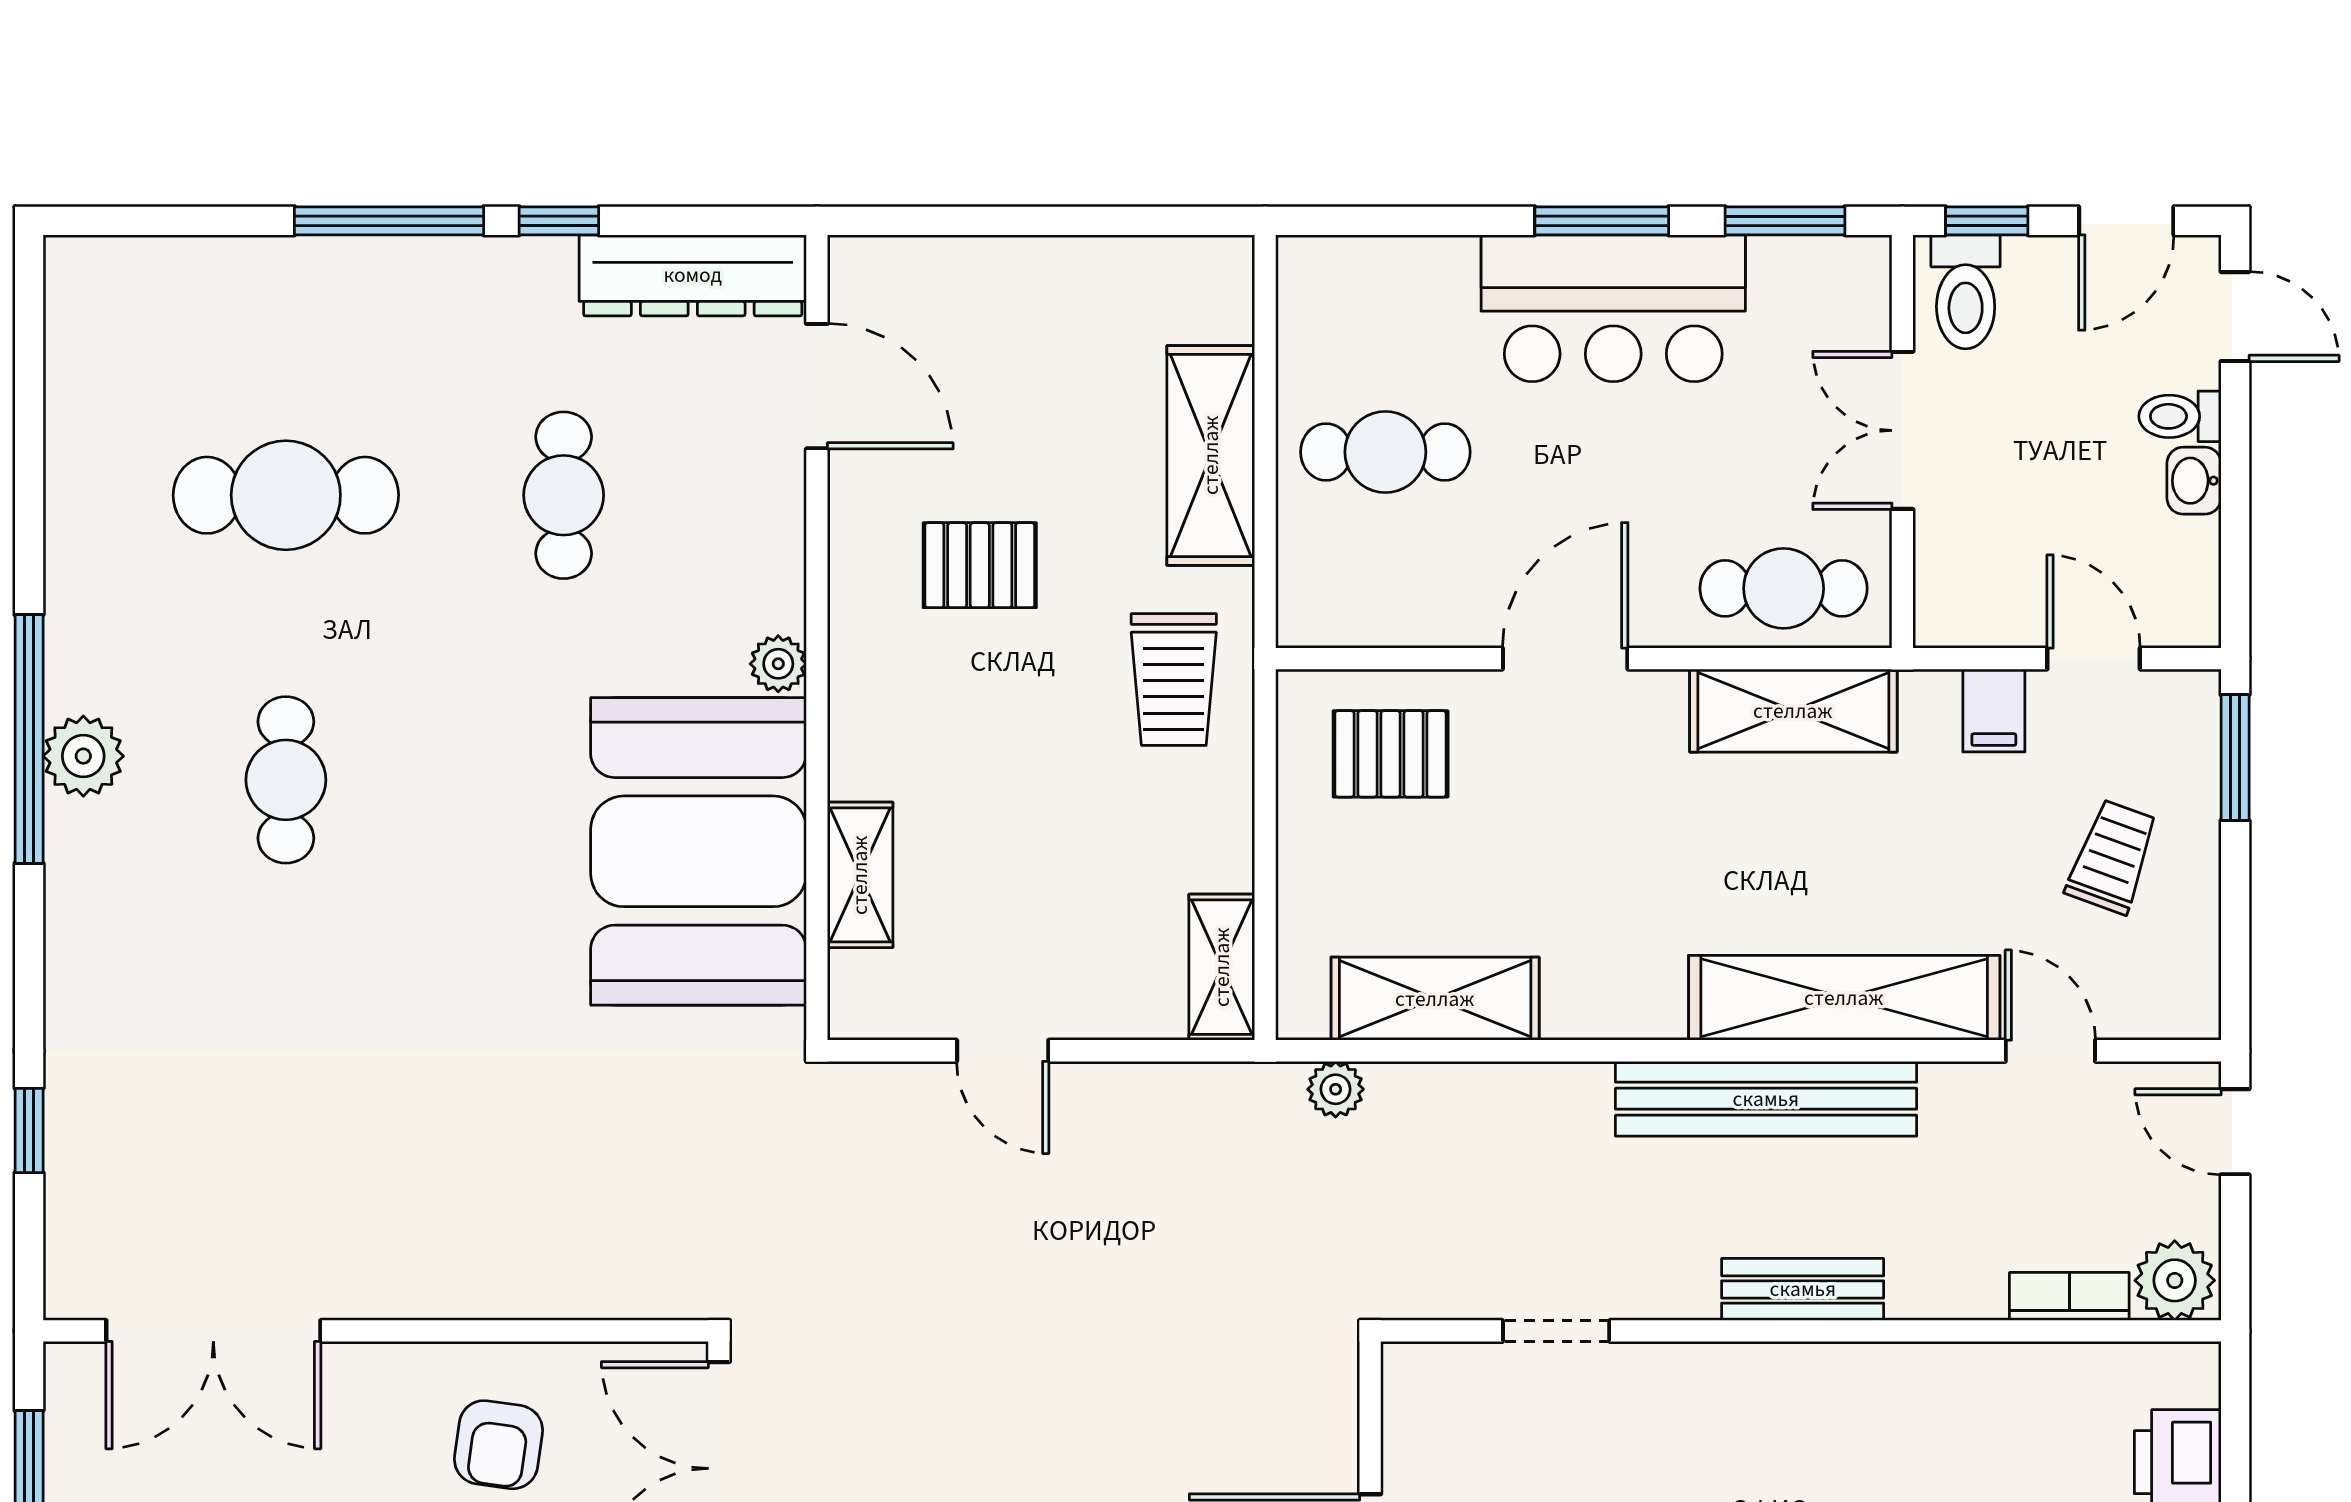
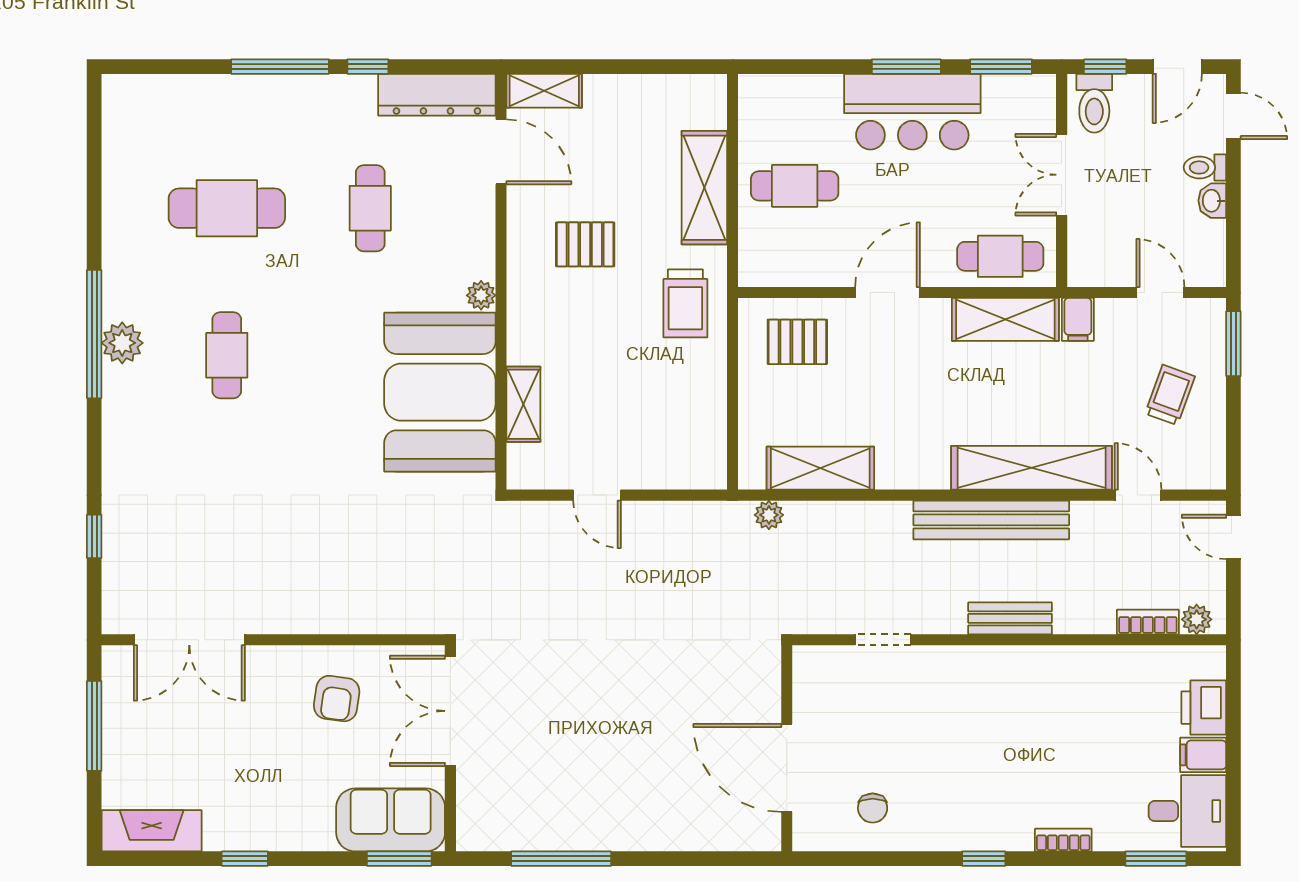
filing cabinet: (1994, 711) -> (1078, 319), moved
shelving: (1222, 967) -> (544, 91), moved, turned 90
plant: (2175, 1280) -> (1197, 619), width x0.73, depth x0.73

